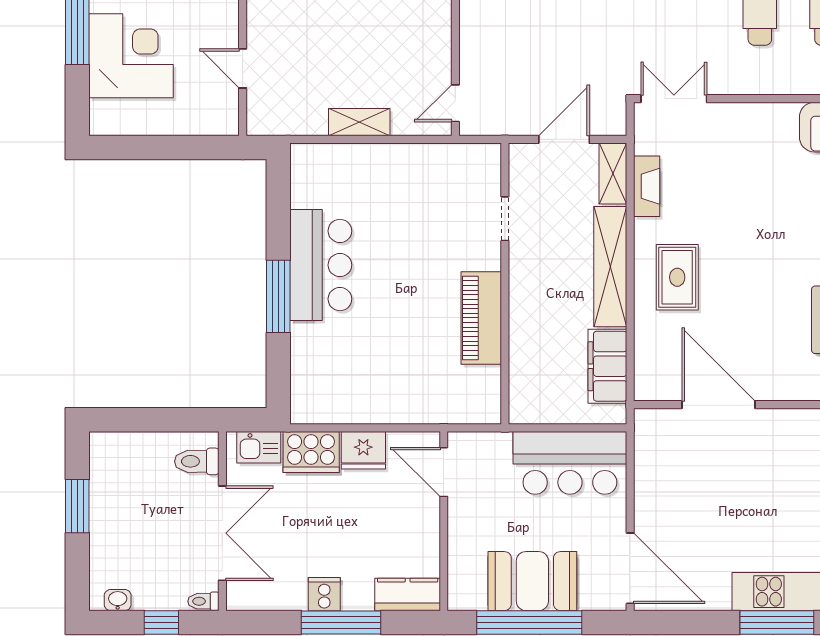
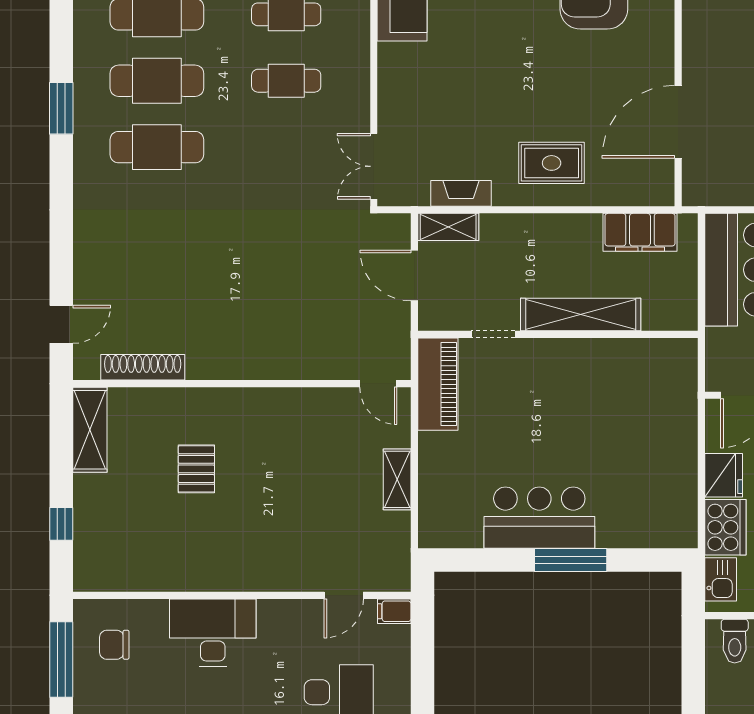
filing cabinet: (227, 119) -> (394, 611), added
shelving: (610, 267) -> (581, 315), moved
piano: (481, 318) -> (438, 384), moved, turned -90

